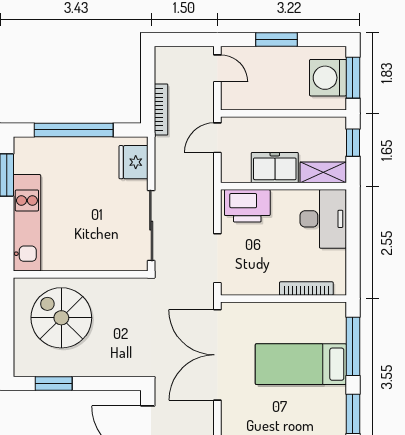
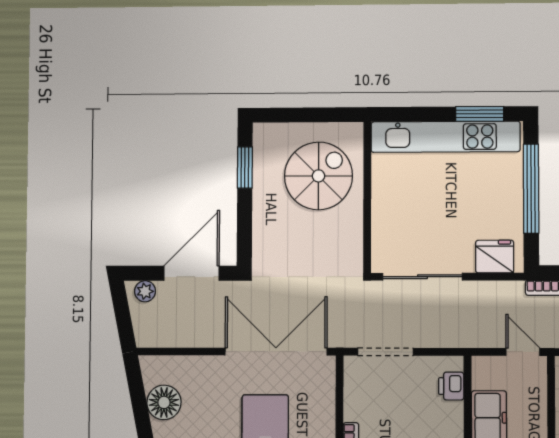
printer: (247, 206) -> (451, 386), width x0.53, depth x0.68
kitchen unit: (27, 223) -> (445, 137), width x1.36

